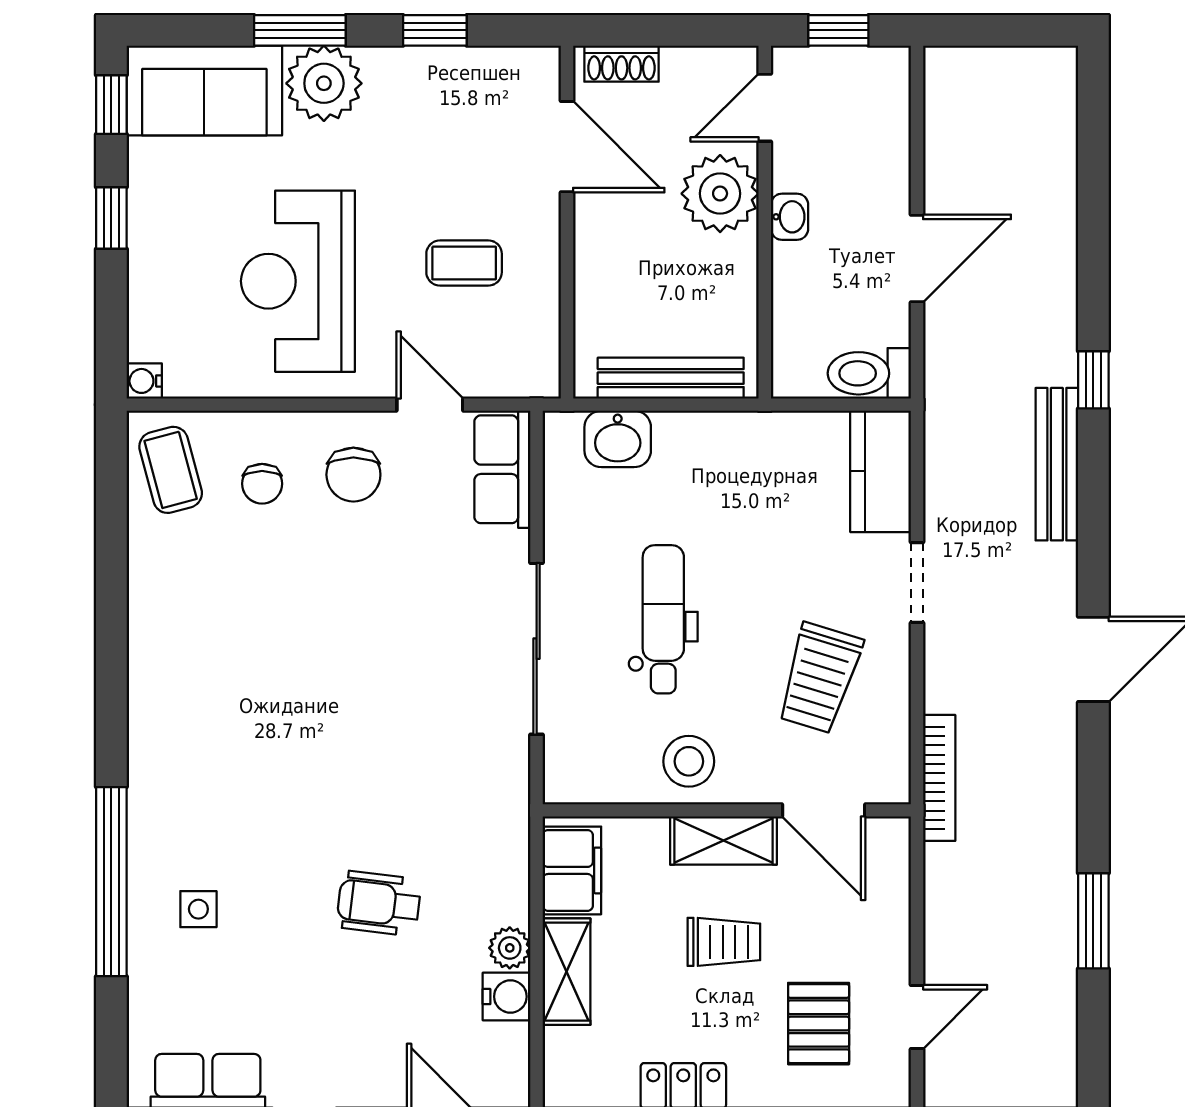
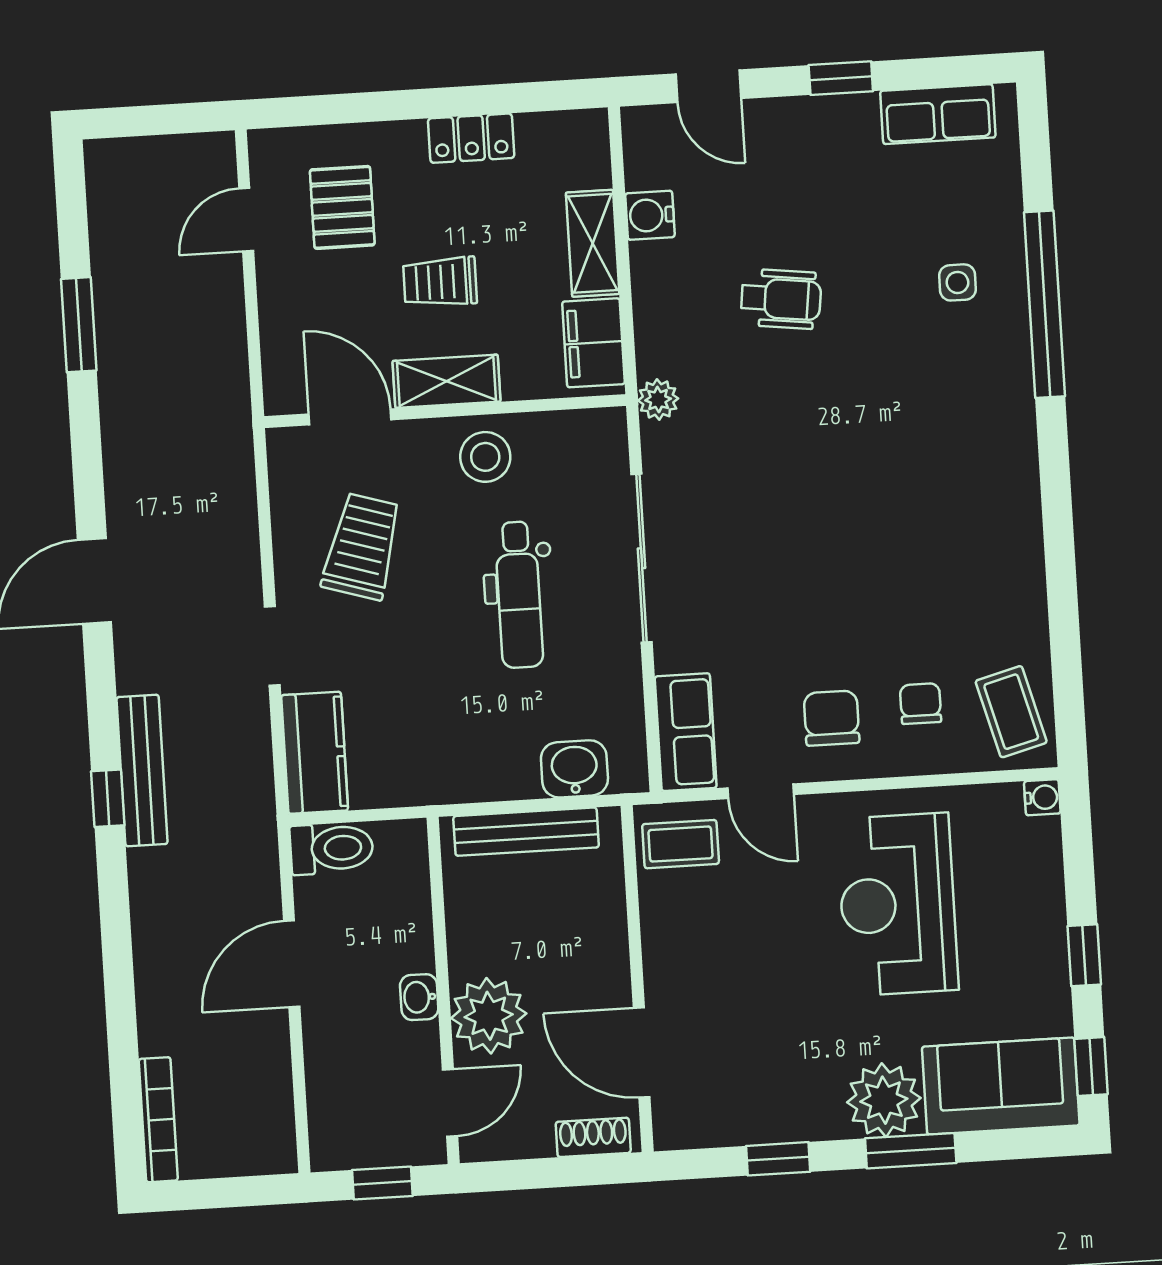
coffee table: (464, 263) -> (681, 844), moved
reception desk: (298, 281) -> (898, 904), turned 180
window: (1093, 380) -> (108, 798), moved
bookcase: (939, 778) -> (158, 1120), moved, turned 180
plant: (510, 948) -> (658, 400), moved

